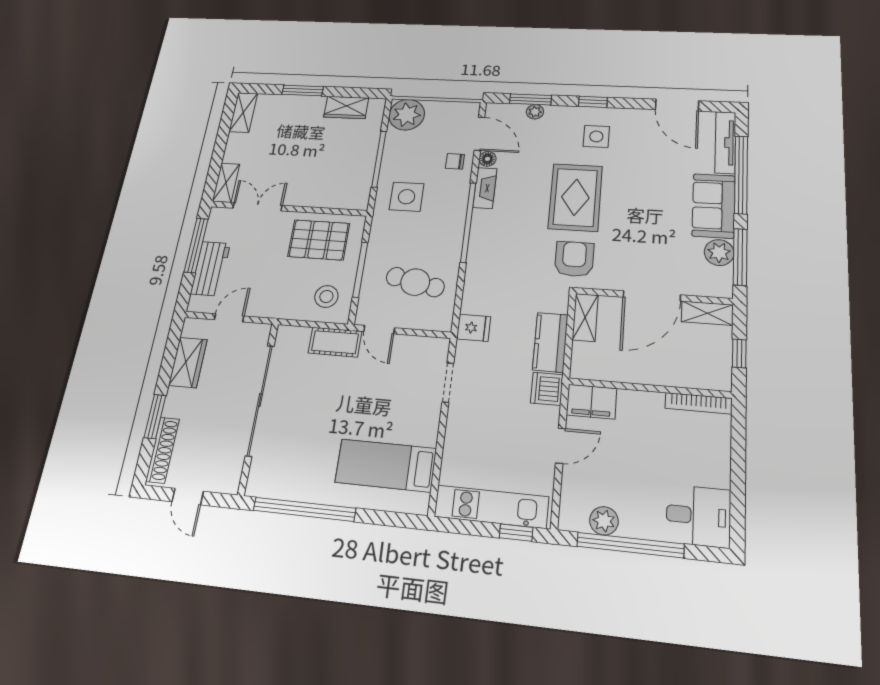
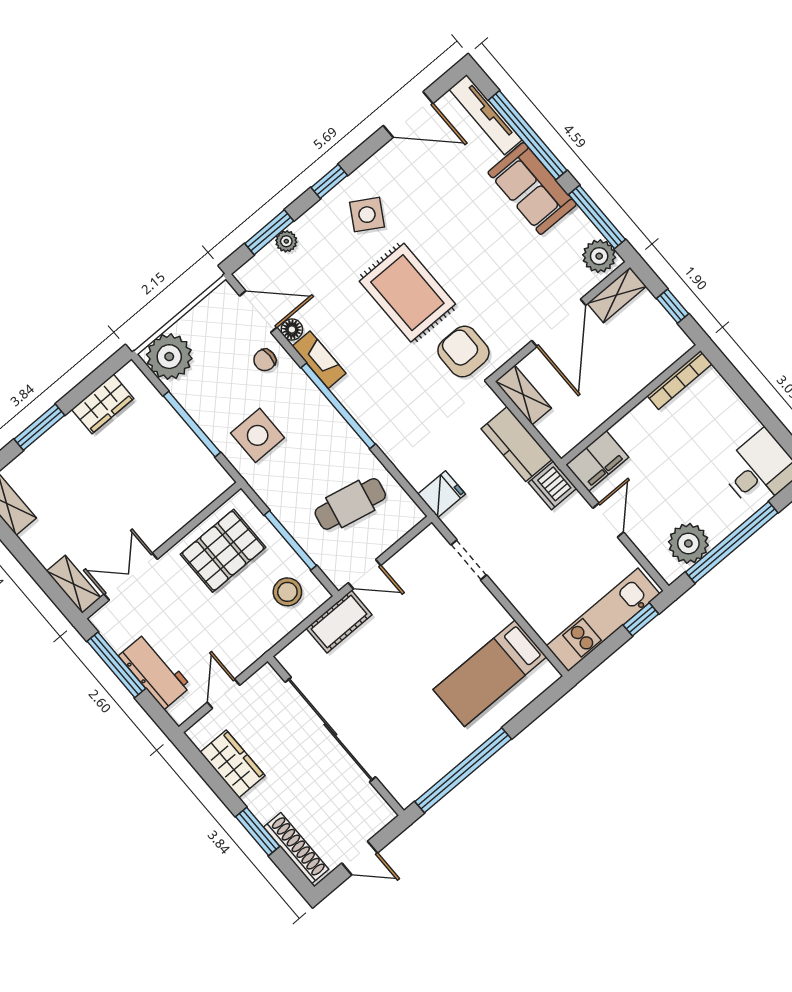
side table: (596, 136) -> (367, 215), turned 31
plant: (719, 253) -> (599, 256), moved
plant: (604, 521) -> (688, 543), width x1.36, depth x1.36

